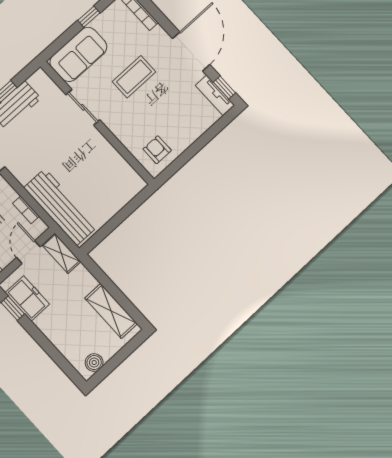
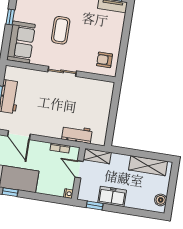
sliding door: (83, 107) -> (62, 71), moved
workbench: (61, 207) -> (77, 134), width x0.53, depth x0.76
freezer: (27, 298) -> (112, 196), moved

